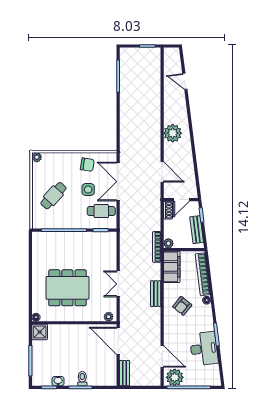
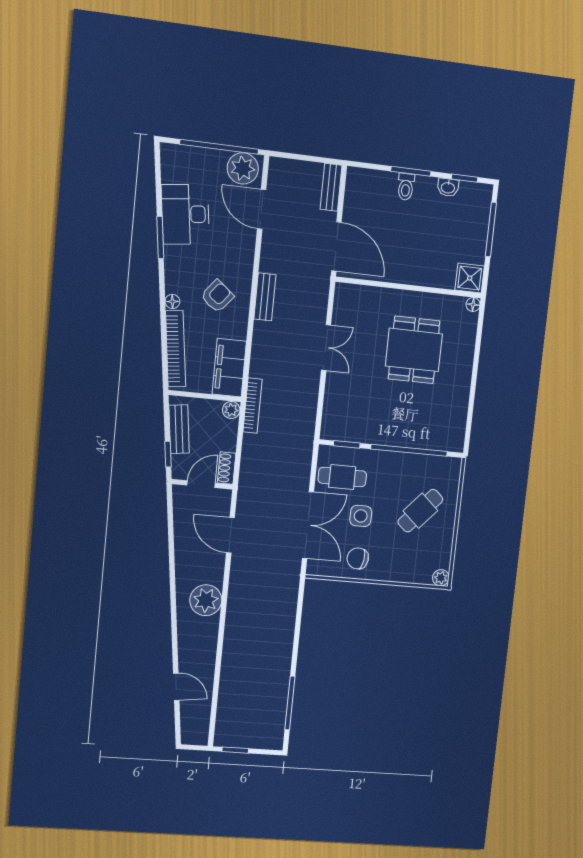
dining table: (67, 288) -> (414, 350), width x0.73
bench: (156, 294) -> (265, 297), moved
plant: (109, 317) -> (349, 291), removed

